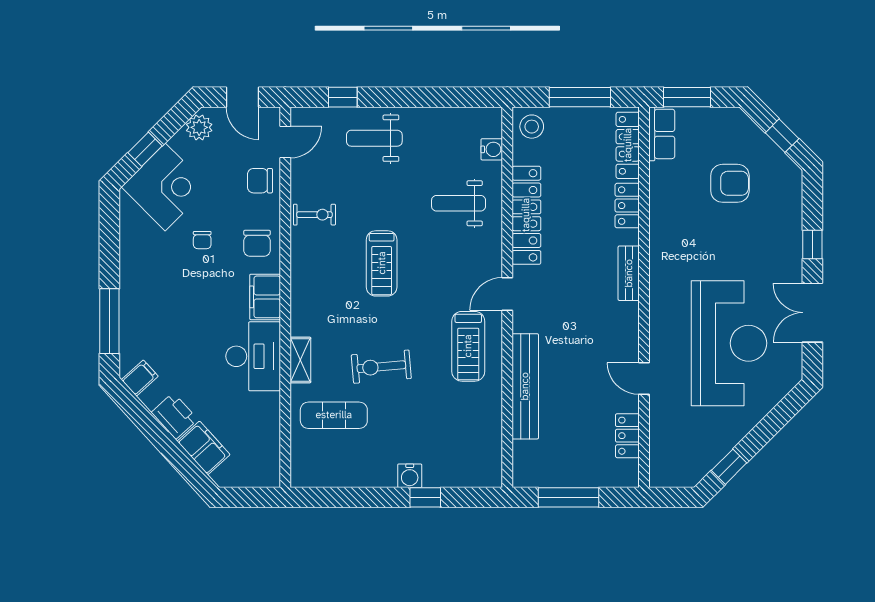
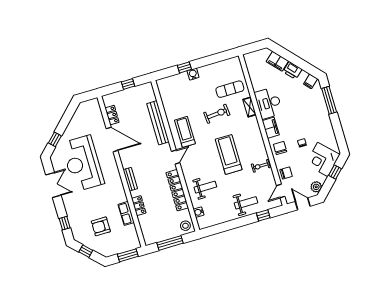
row of seats: (662, 134) -> (126, 213), moved
locker: (628, 145) -> (146, 229), removed
window: (812, 244) -> (65, 223), moved
treadmill: (382, 263) -> (229, 154), width x1.37, depth x1.38
door: (644, 379) -> (112, 140), width x1.87
window: (729, 467) -> (55, 139), moved
window: (569, 497) -> (128, 84), width x0.46

